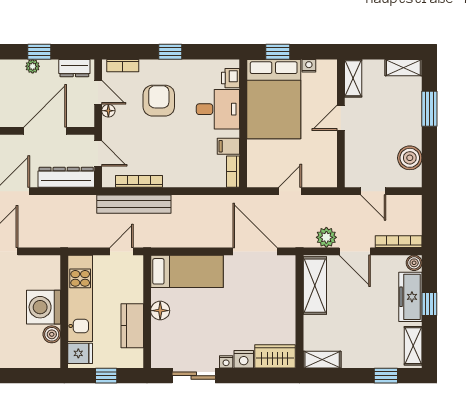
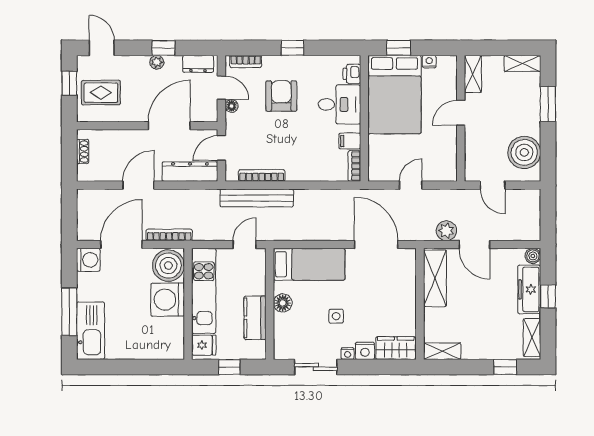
door: (98, 153) -> (221, 148), swing flipped
boiler: (410, 158) -> (524, 152), width x1.37, depth x1.37
bookcase: (399, 242) -> (169, 235), moved
side table: (214, 324) -> (336, 316), added
boiler: (52, 334) -> (168, 266), moved, width x1.86, depth x1.86

